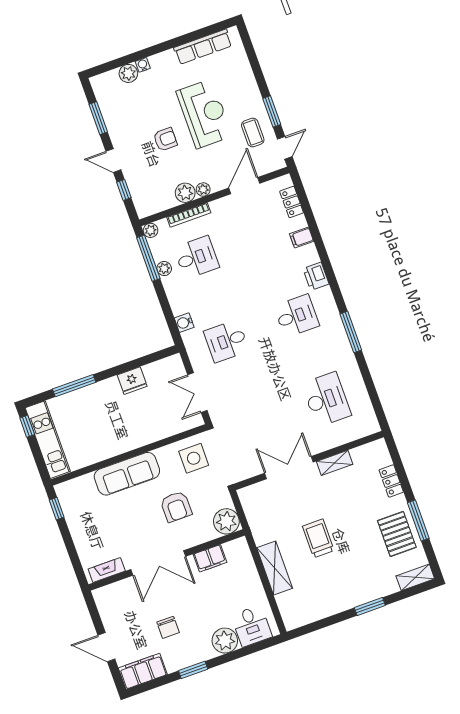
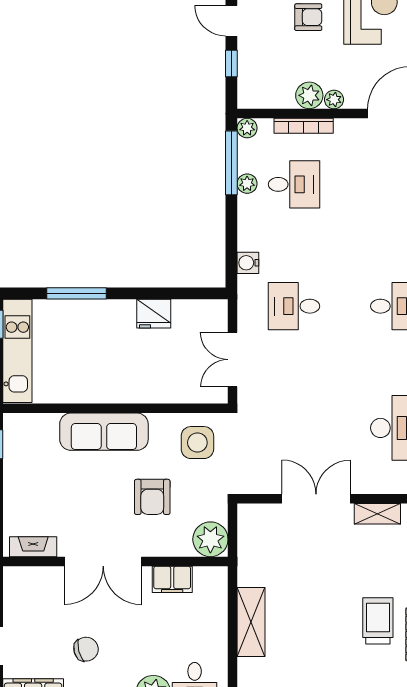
trolley: (318, 538) -> (378, 621), moved
chair: (168, 627) -> (86, 649), turned -105

